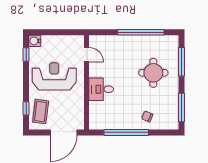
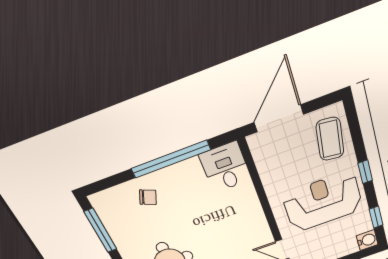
reception desk: (54, 76) -> (323, 202), turned 180
desk: (101, 89) -> (225, 167), moved, turned -90
window: (26, 108) -> (365, 172), moved

